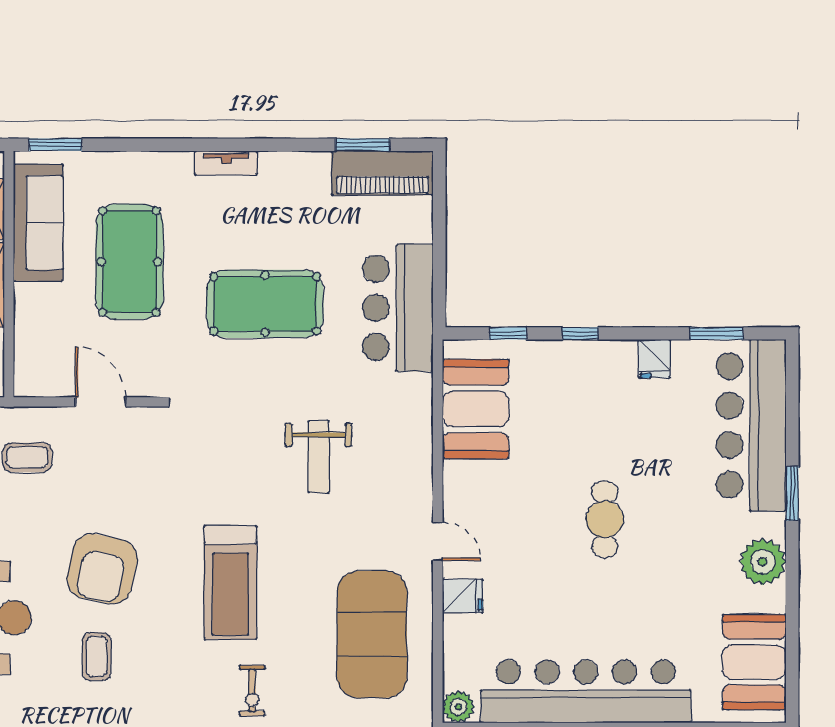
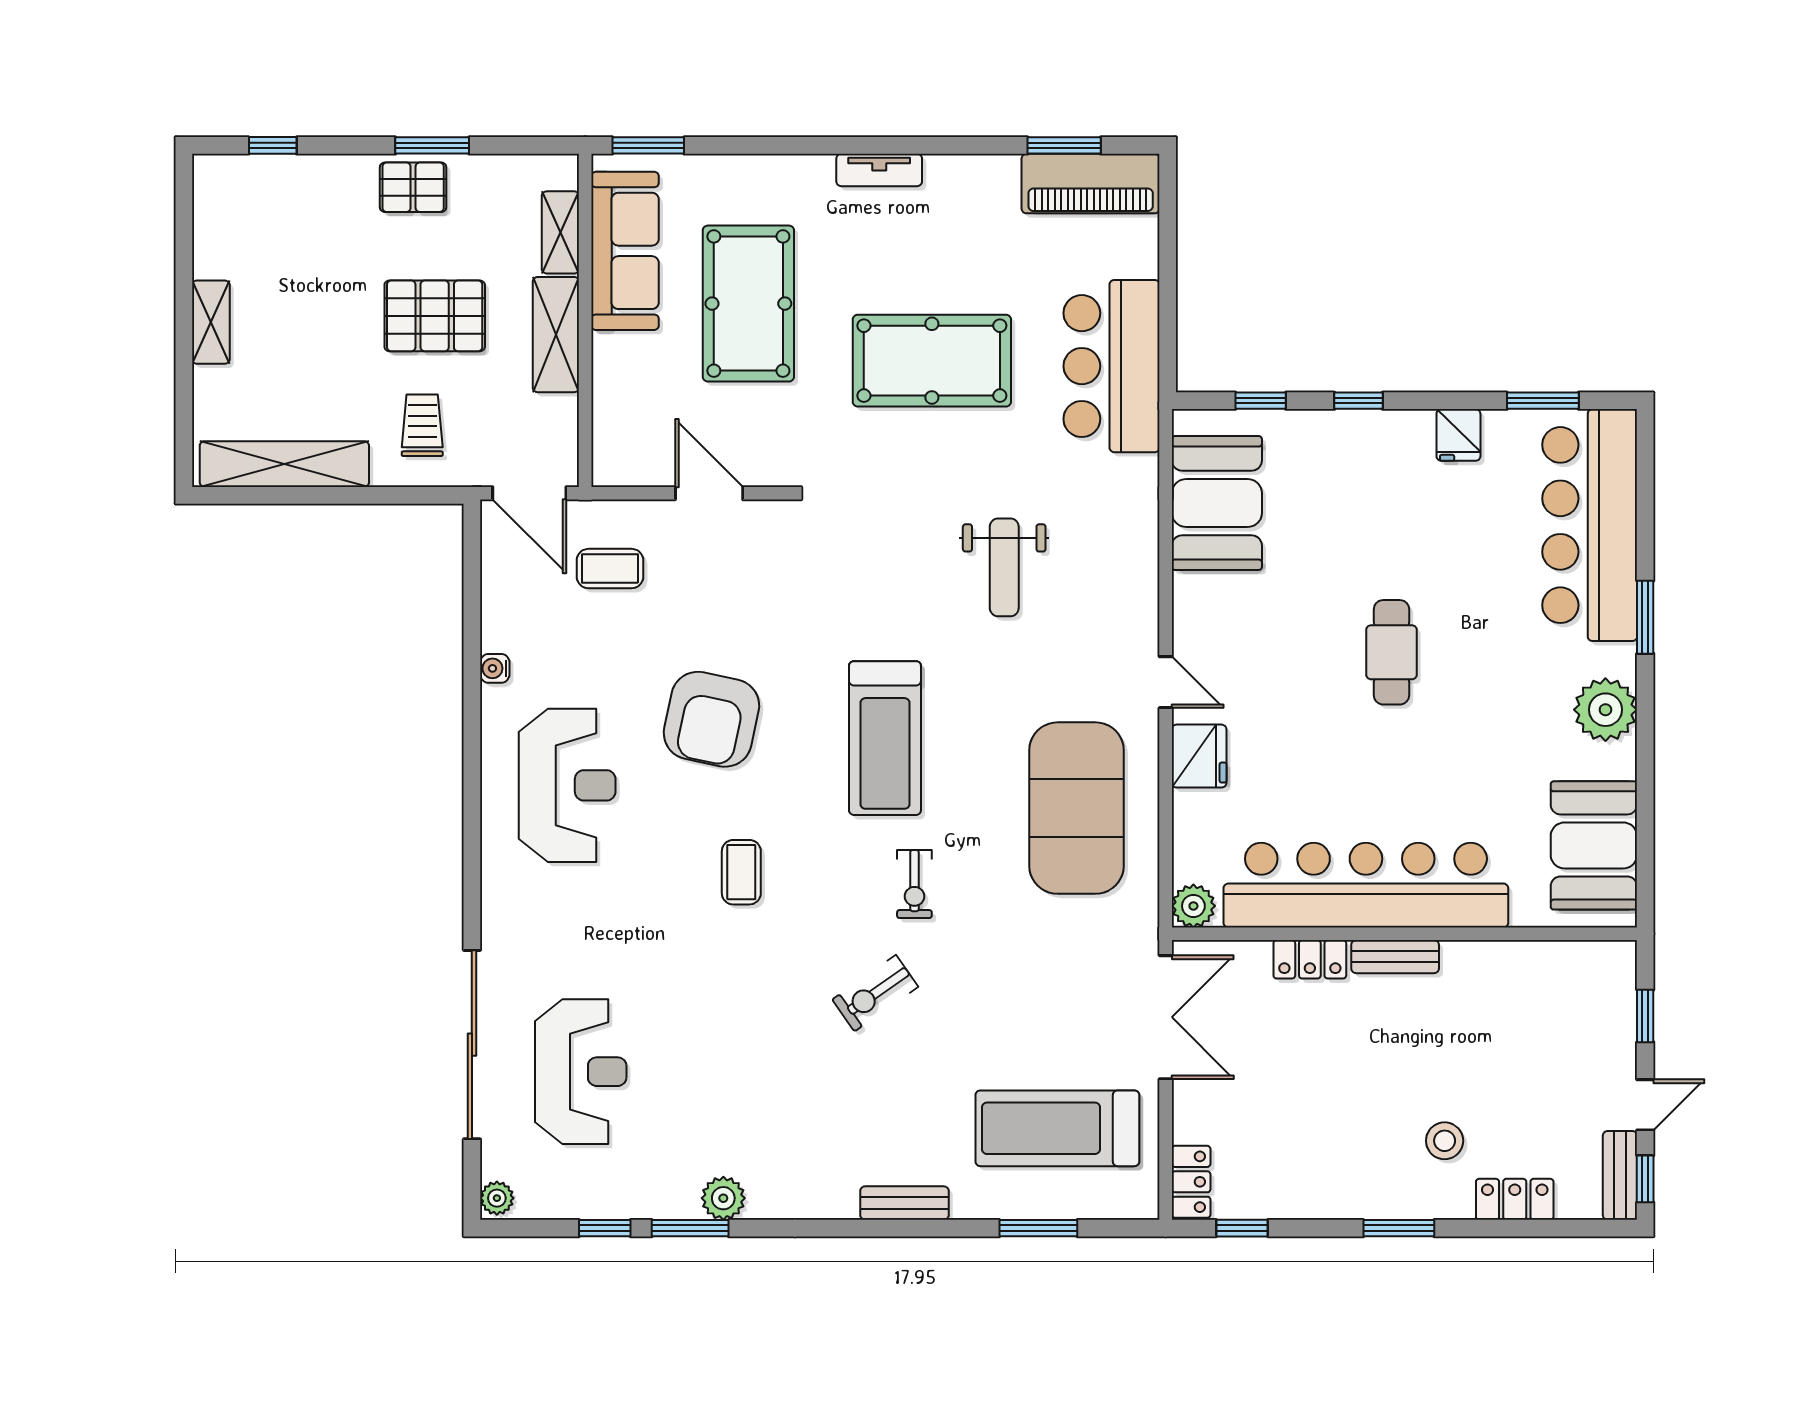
fridge: (462, 596) -> (1199, 756), width x1.38
coffee table: (97, 657) -> (741, 872), moved

